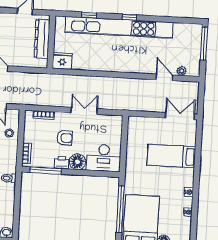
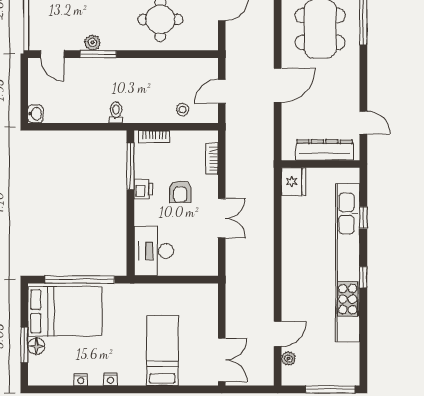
floor lamp: (78, 162) -> (146, 213), removed

